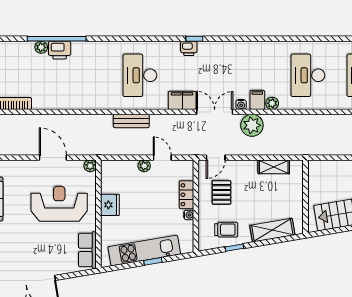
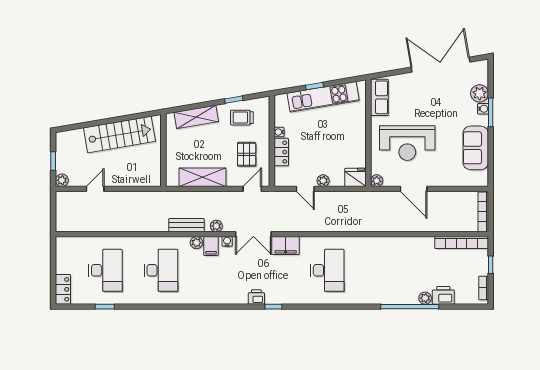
printer: (189, 48) -> (256, 297), moved
printer: (60, 50) -> (443, 295), moved
bench: (131, 121) -> (186, 225), moved
plant: (252, 125) -> (216, 226), width x0.53, depth x0.53
shelving: (274, 167) -> (203, 177), width x1.50, depth x1.33
fridge: (110, 205) -> (356, 177), moved, turned 90

